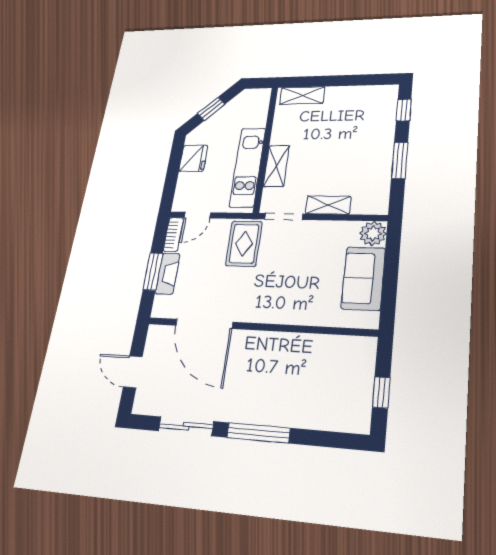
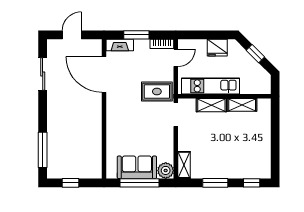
shelving: (302, 95) -> (242, 105), moved, turned 90
shelving: (328, 205) -> (184, 165), moved
door: (198, 215) -> (176, 58), swing flipped
fireplace: (168, 274) -> (120, 45), moved
window: (391, 275) -> (139, 183), added
door: (204, 324) -> (104, 74), hinge flipped
window: (258, 433) -> (43, 150), moved

